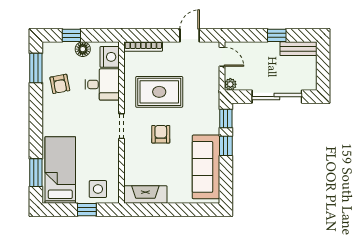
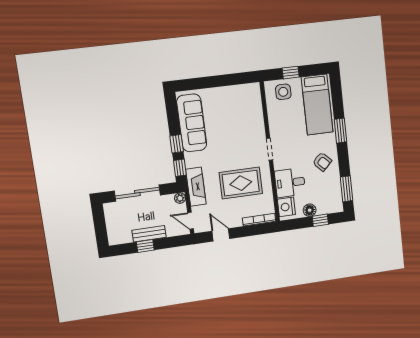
door: (190, 35) -> (221, 235), swing flipped
bench: (298, 49) -> (149, 234), moved
armchair: (60, 84) -> (322, 162), moved, turned 146
armchair: (161, 134) -> (235, 147), removed
window: (36, 173) -> (340, 131), moved
fireplace: (145, 194) -> (196, 187), moved, turned -90

